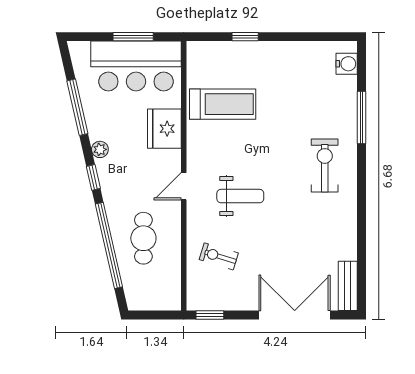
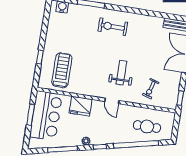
treadmill: (223, 104) -> (62, 70), moved
cafe table: (143, 238) -> (147, 127), moved

